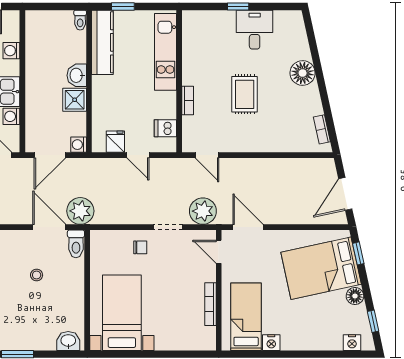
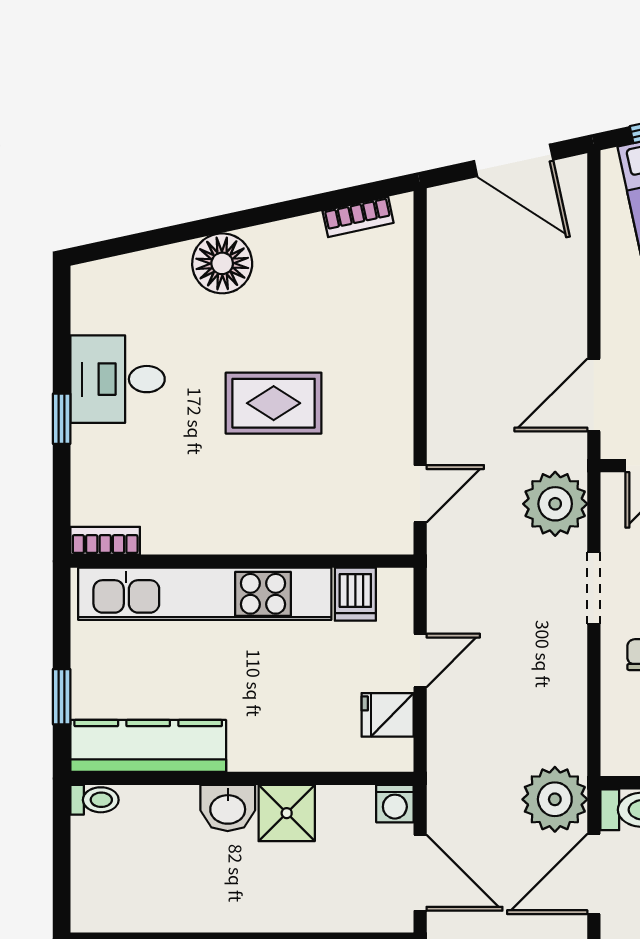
kitchen unit: (166, 52) -> (205, 594), width x1.36
bookcase: (188, 101) -> (105, 541), moved

